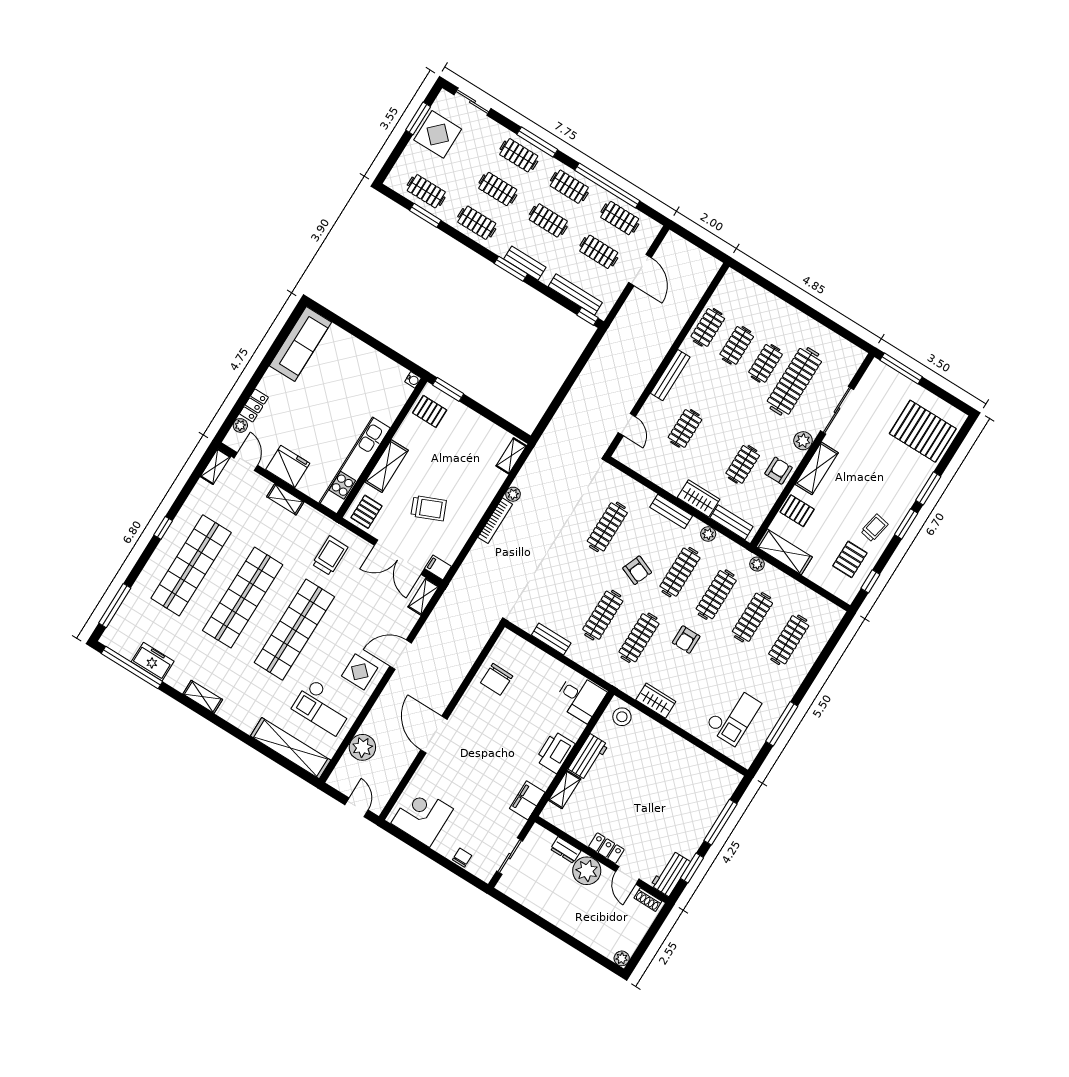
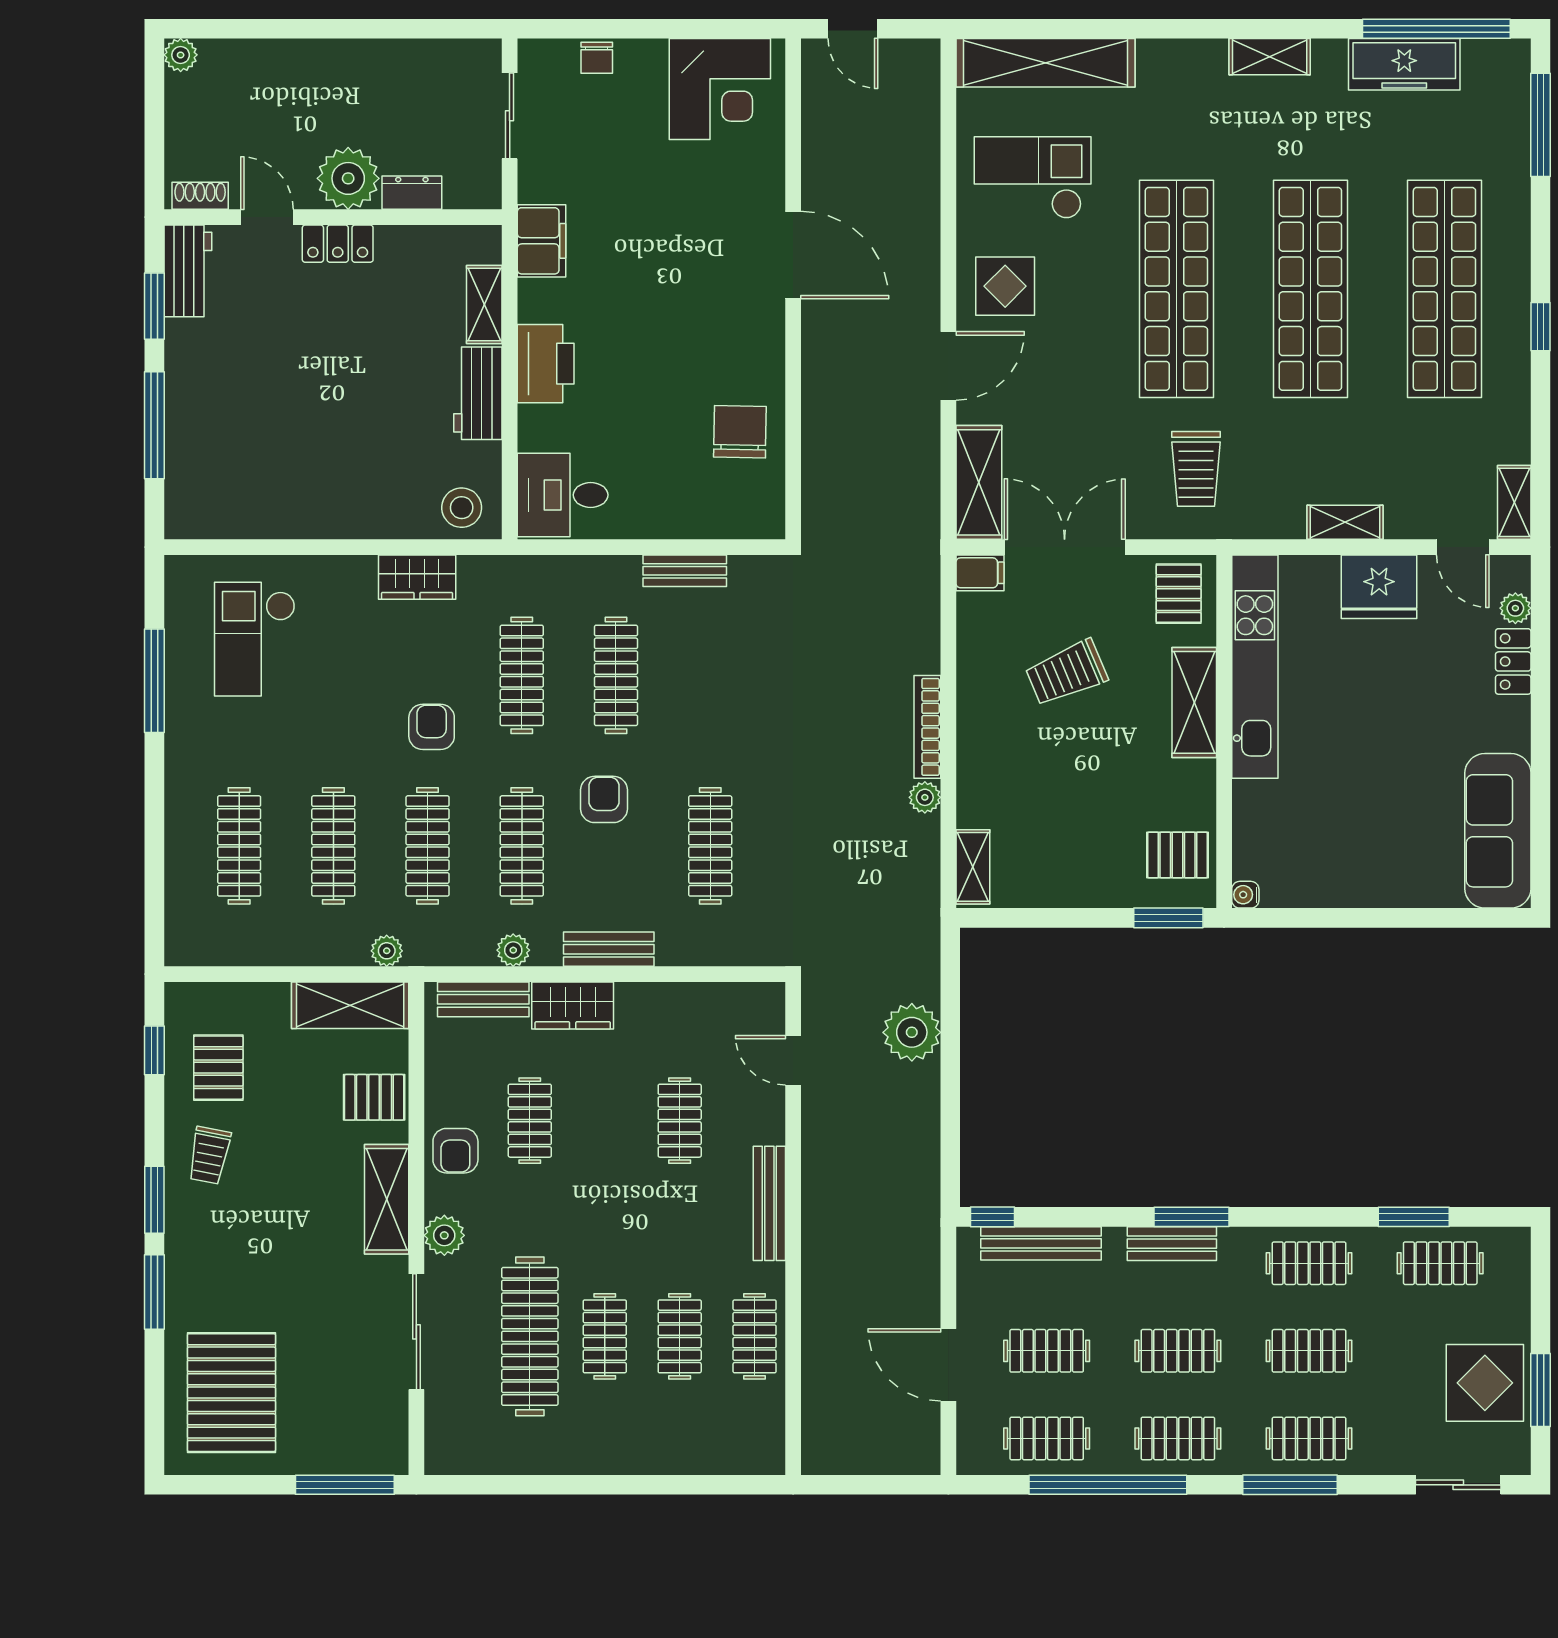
pallet: (923, 431) -> (231, 1393), turned 90
armchair: (637, 570) -> (604, 799), turned 68
shelving: (423, 597) -> (979, 482), width x1.50, depth x1.33
freezer: (153, 662) -> (1404, 64), width x1.40
plant: (362, 747) -> (912, 1032), moved

